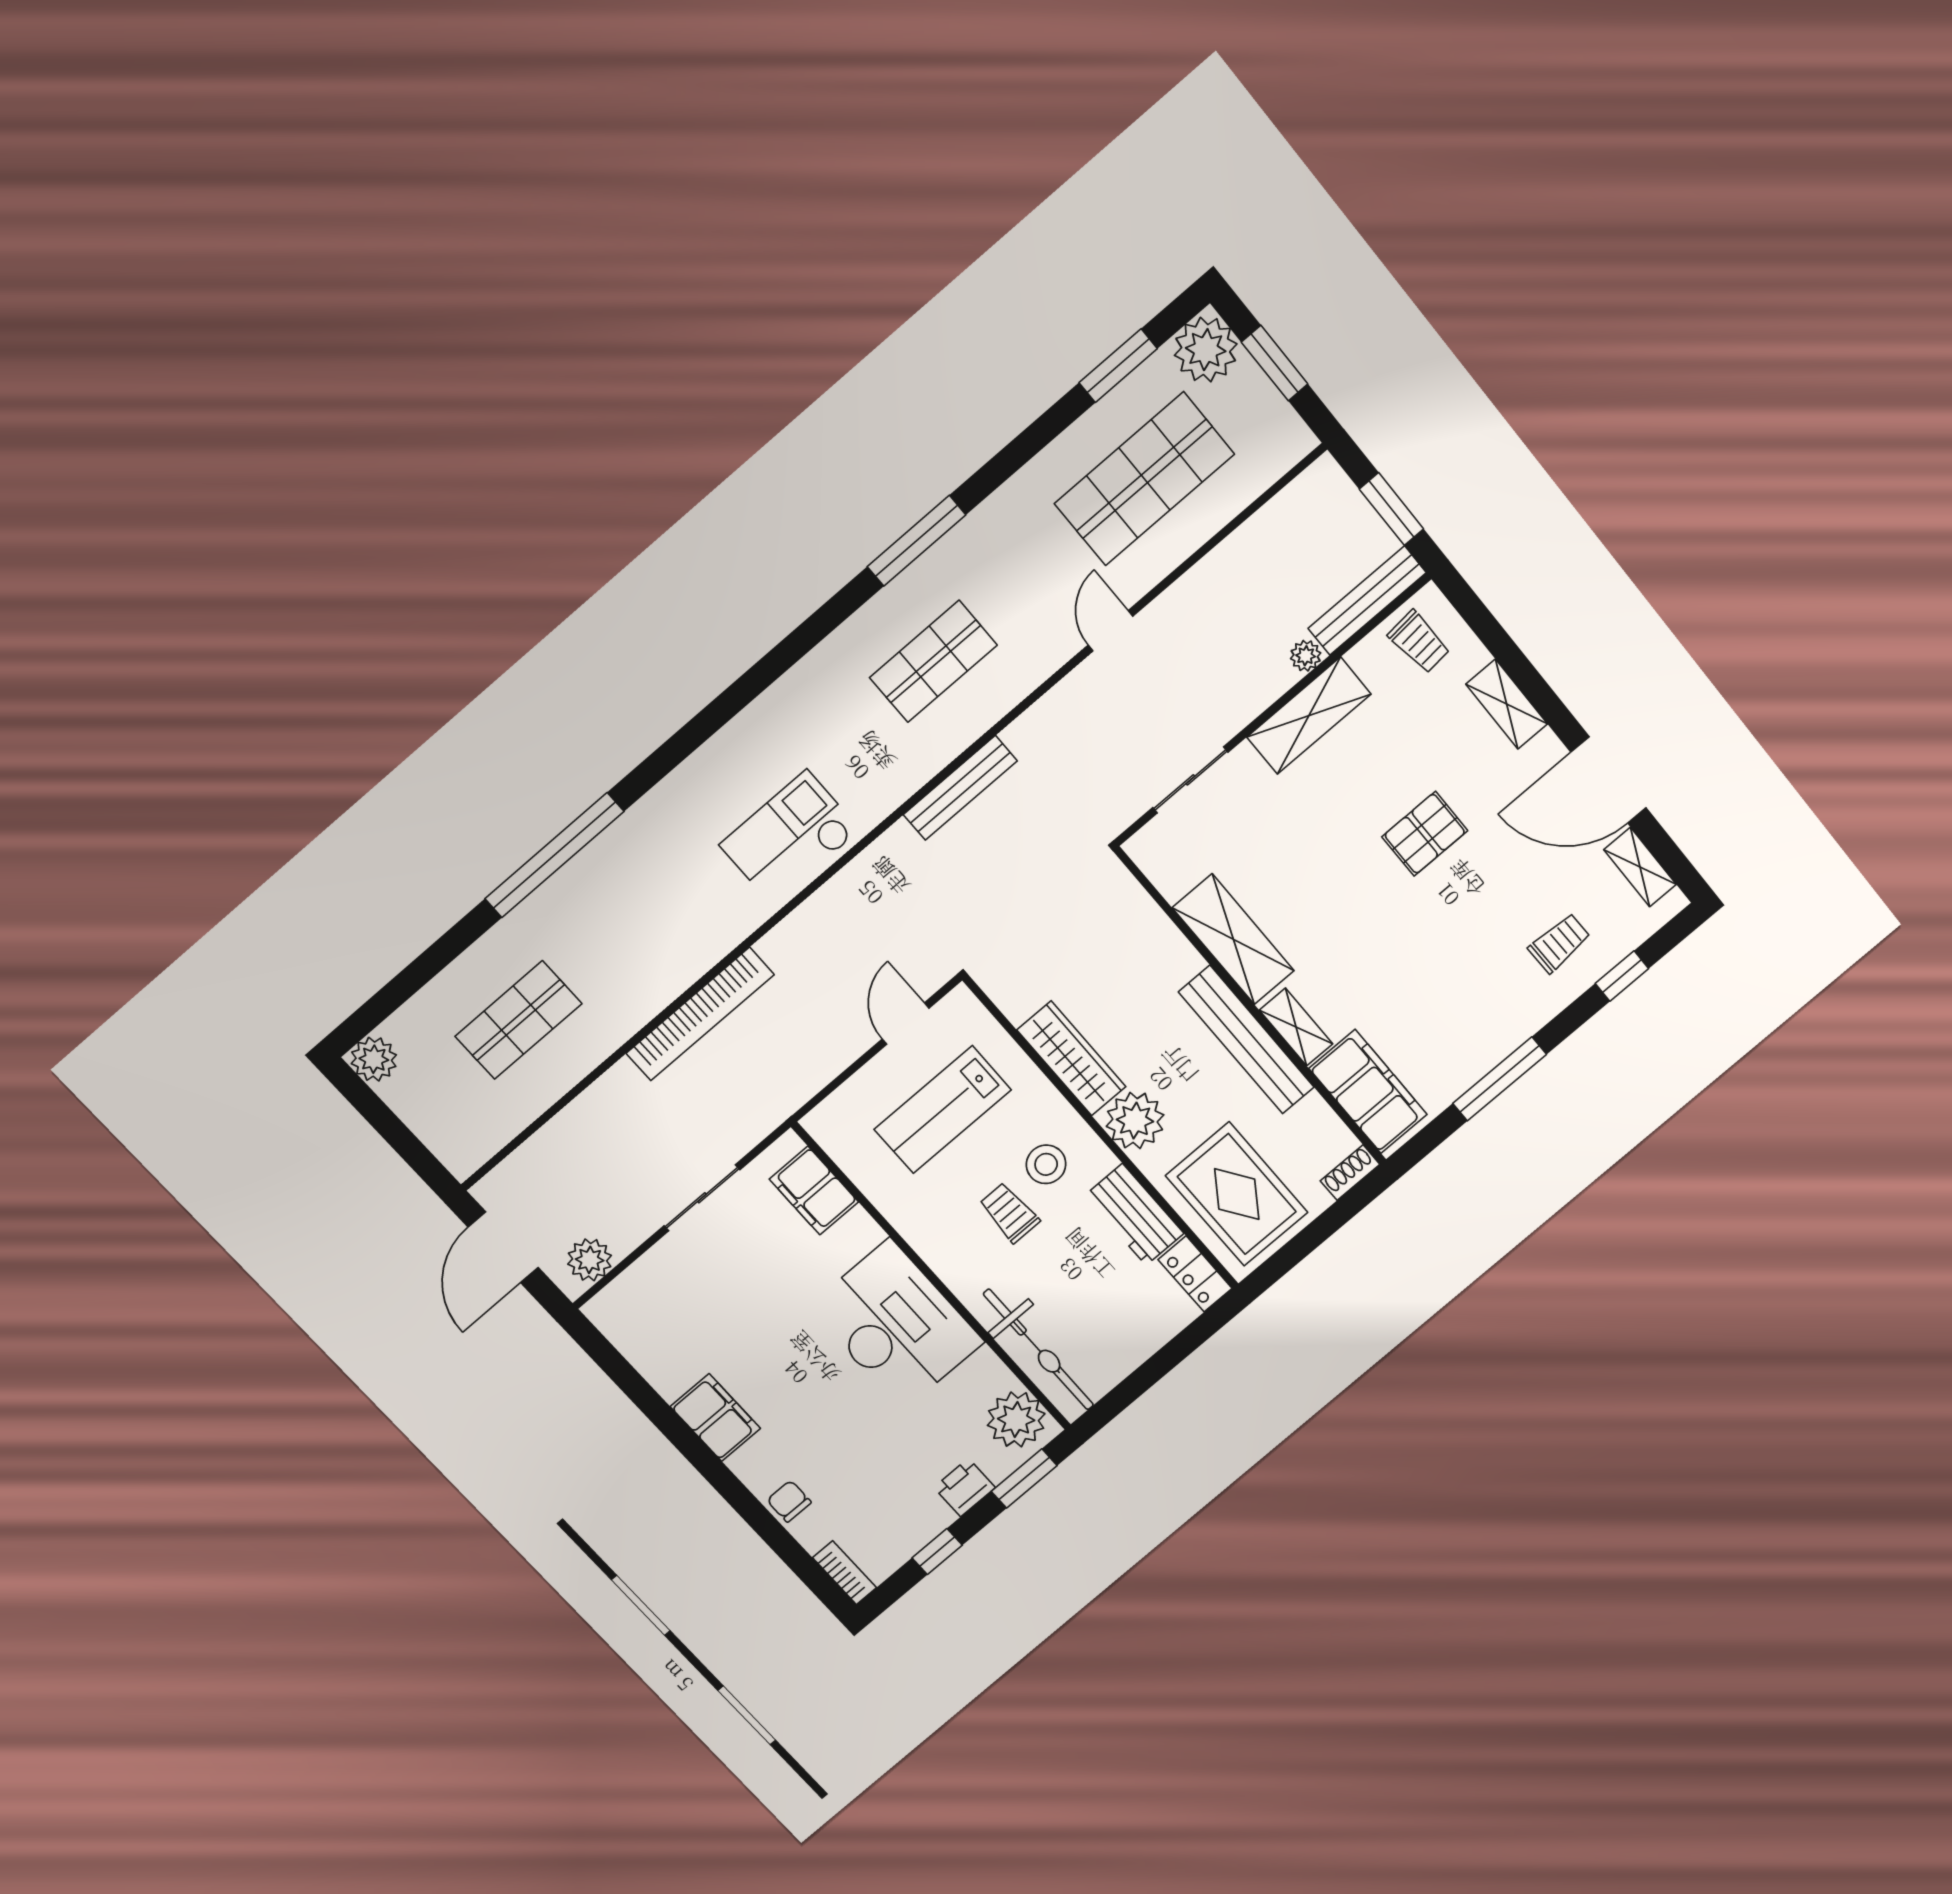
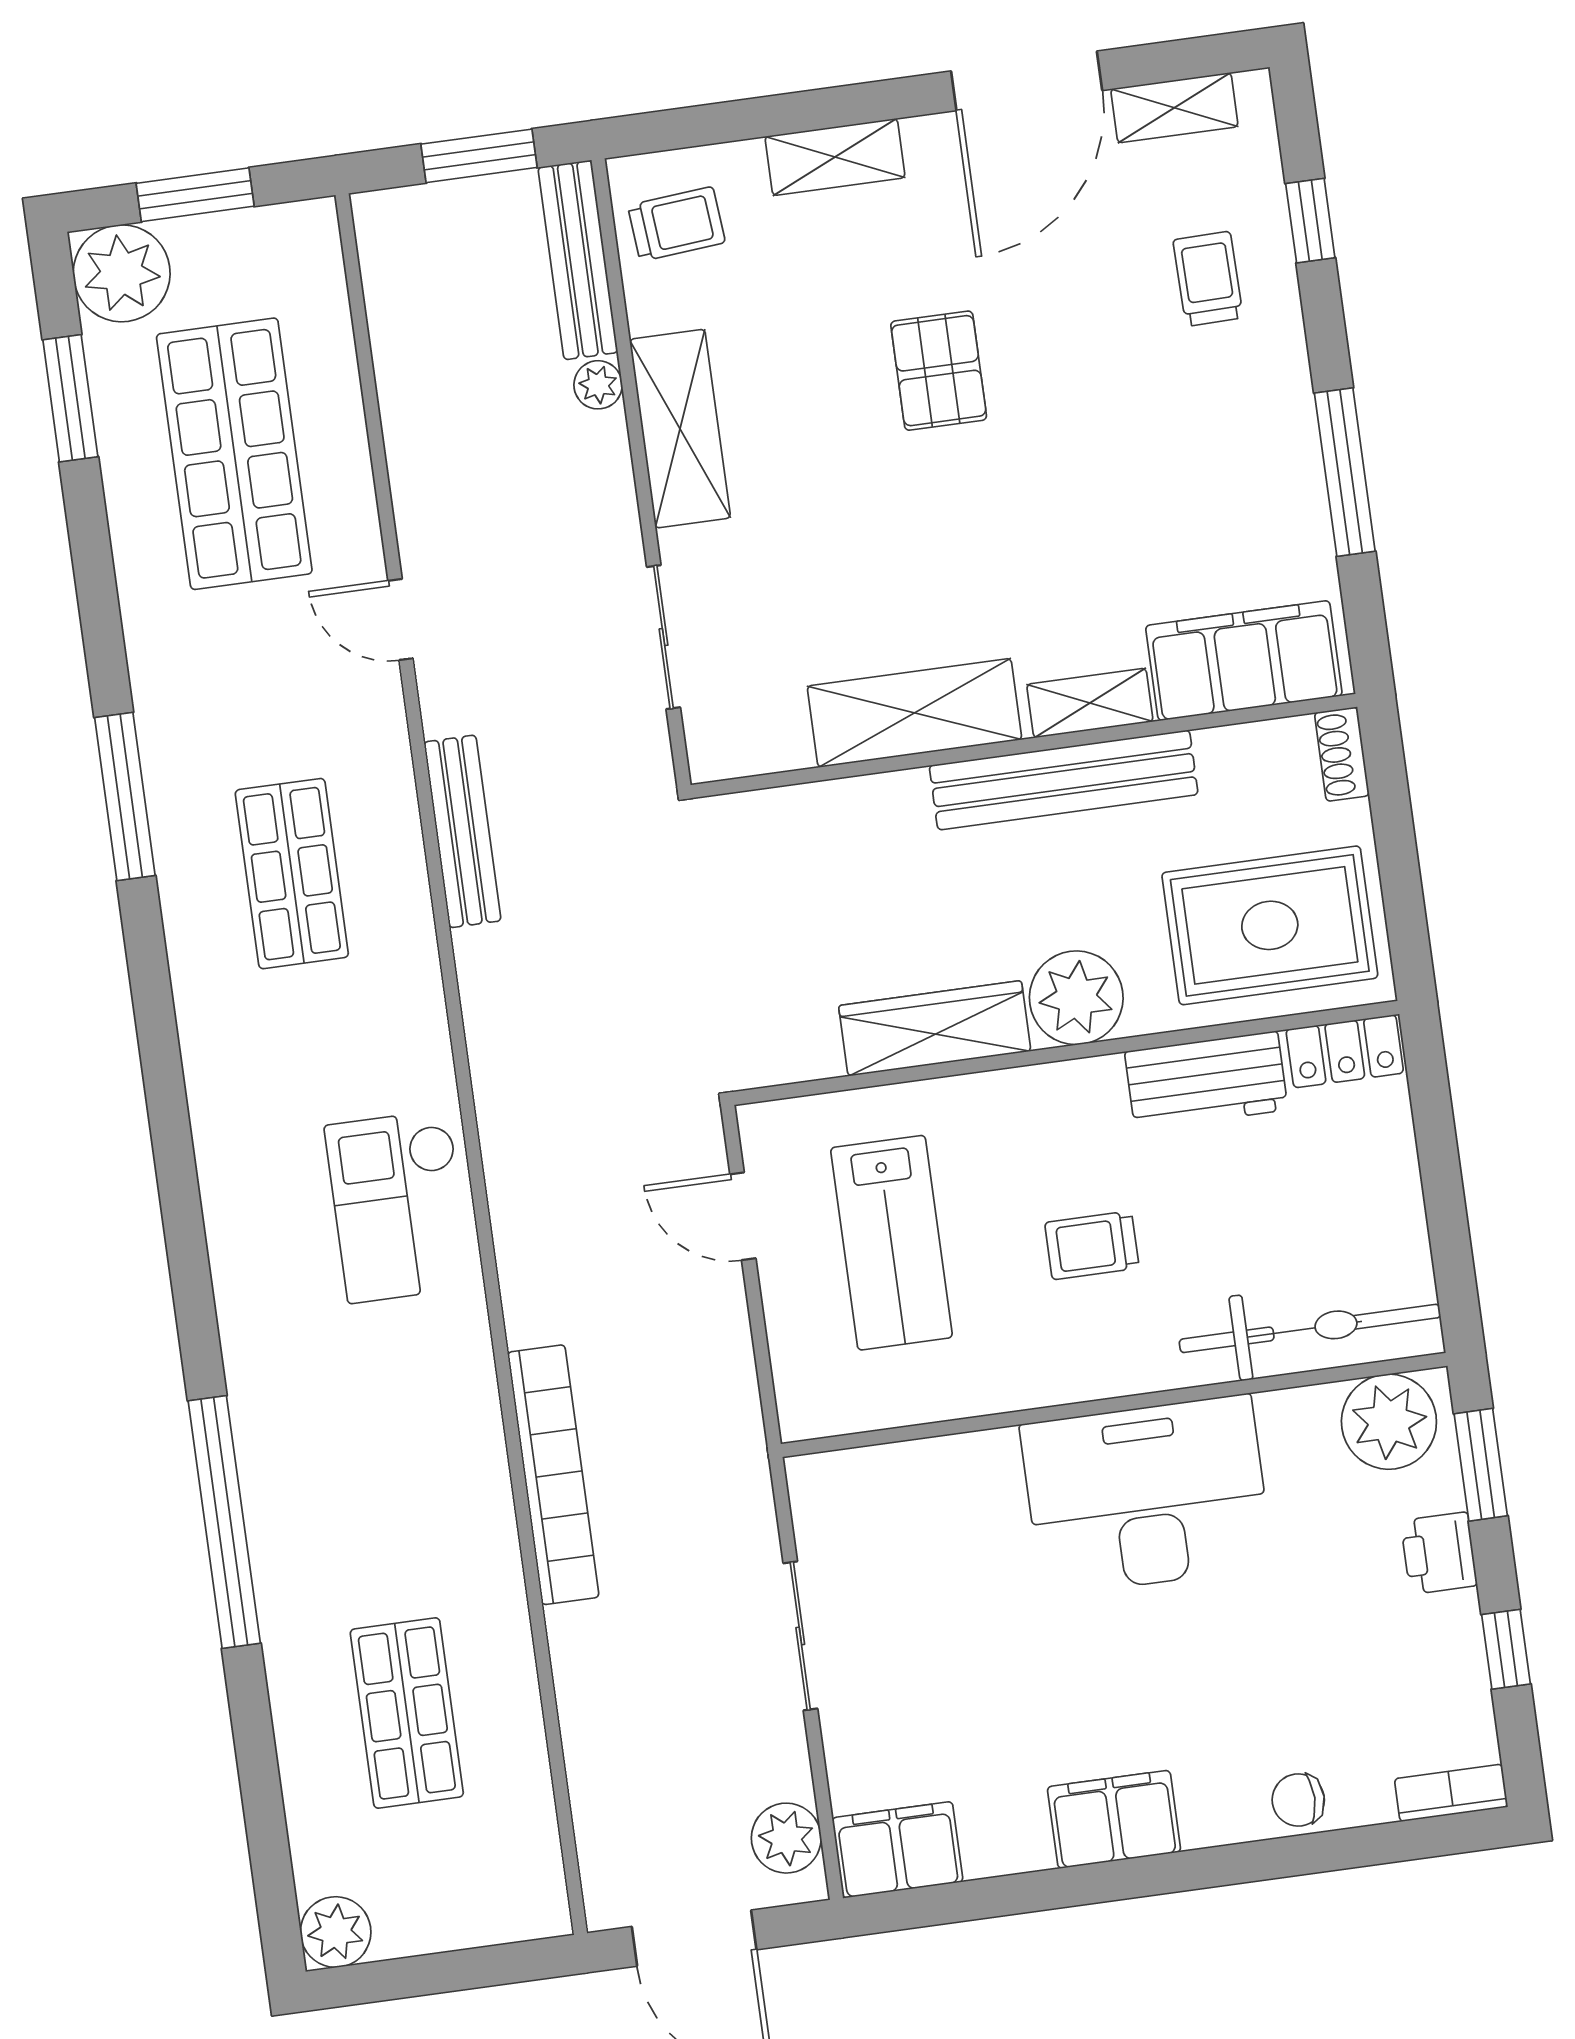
bench: (960, 788) -> (462, 831), moved
stool: (1046, 1164) -> (1058, 1154), removed
filing cabinet: (814, 1190) -> (898, 1850), moved, turned 180

